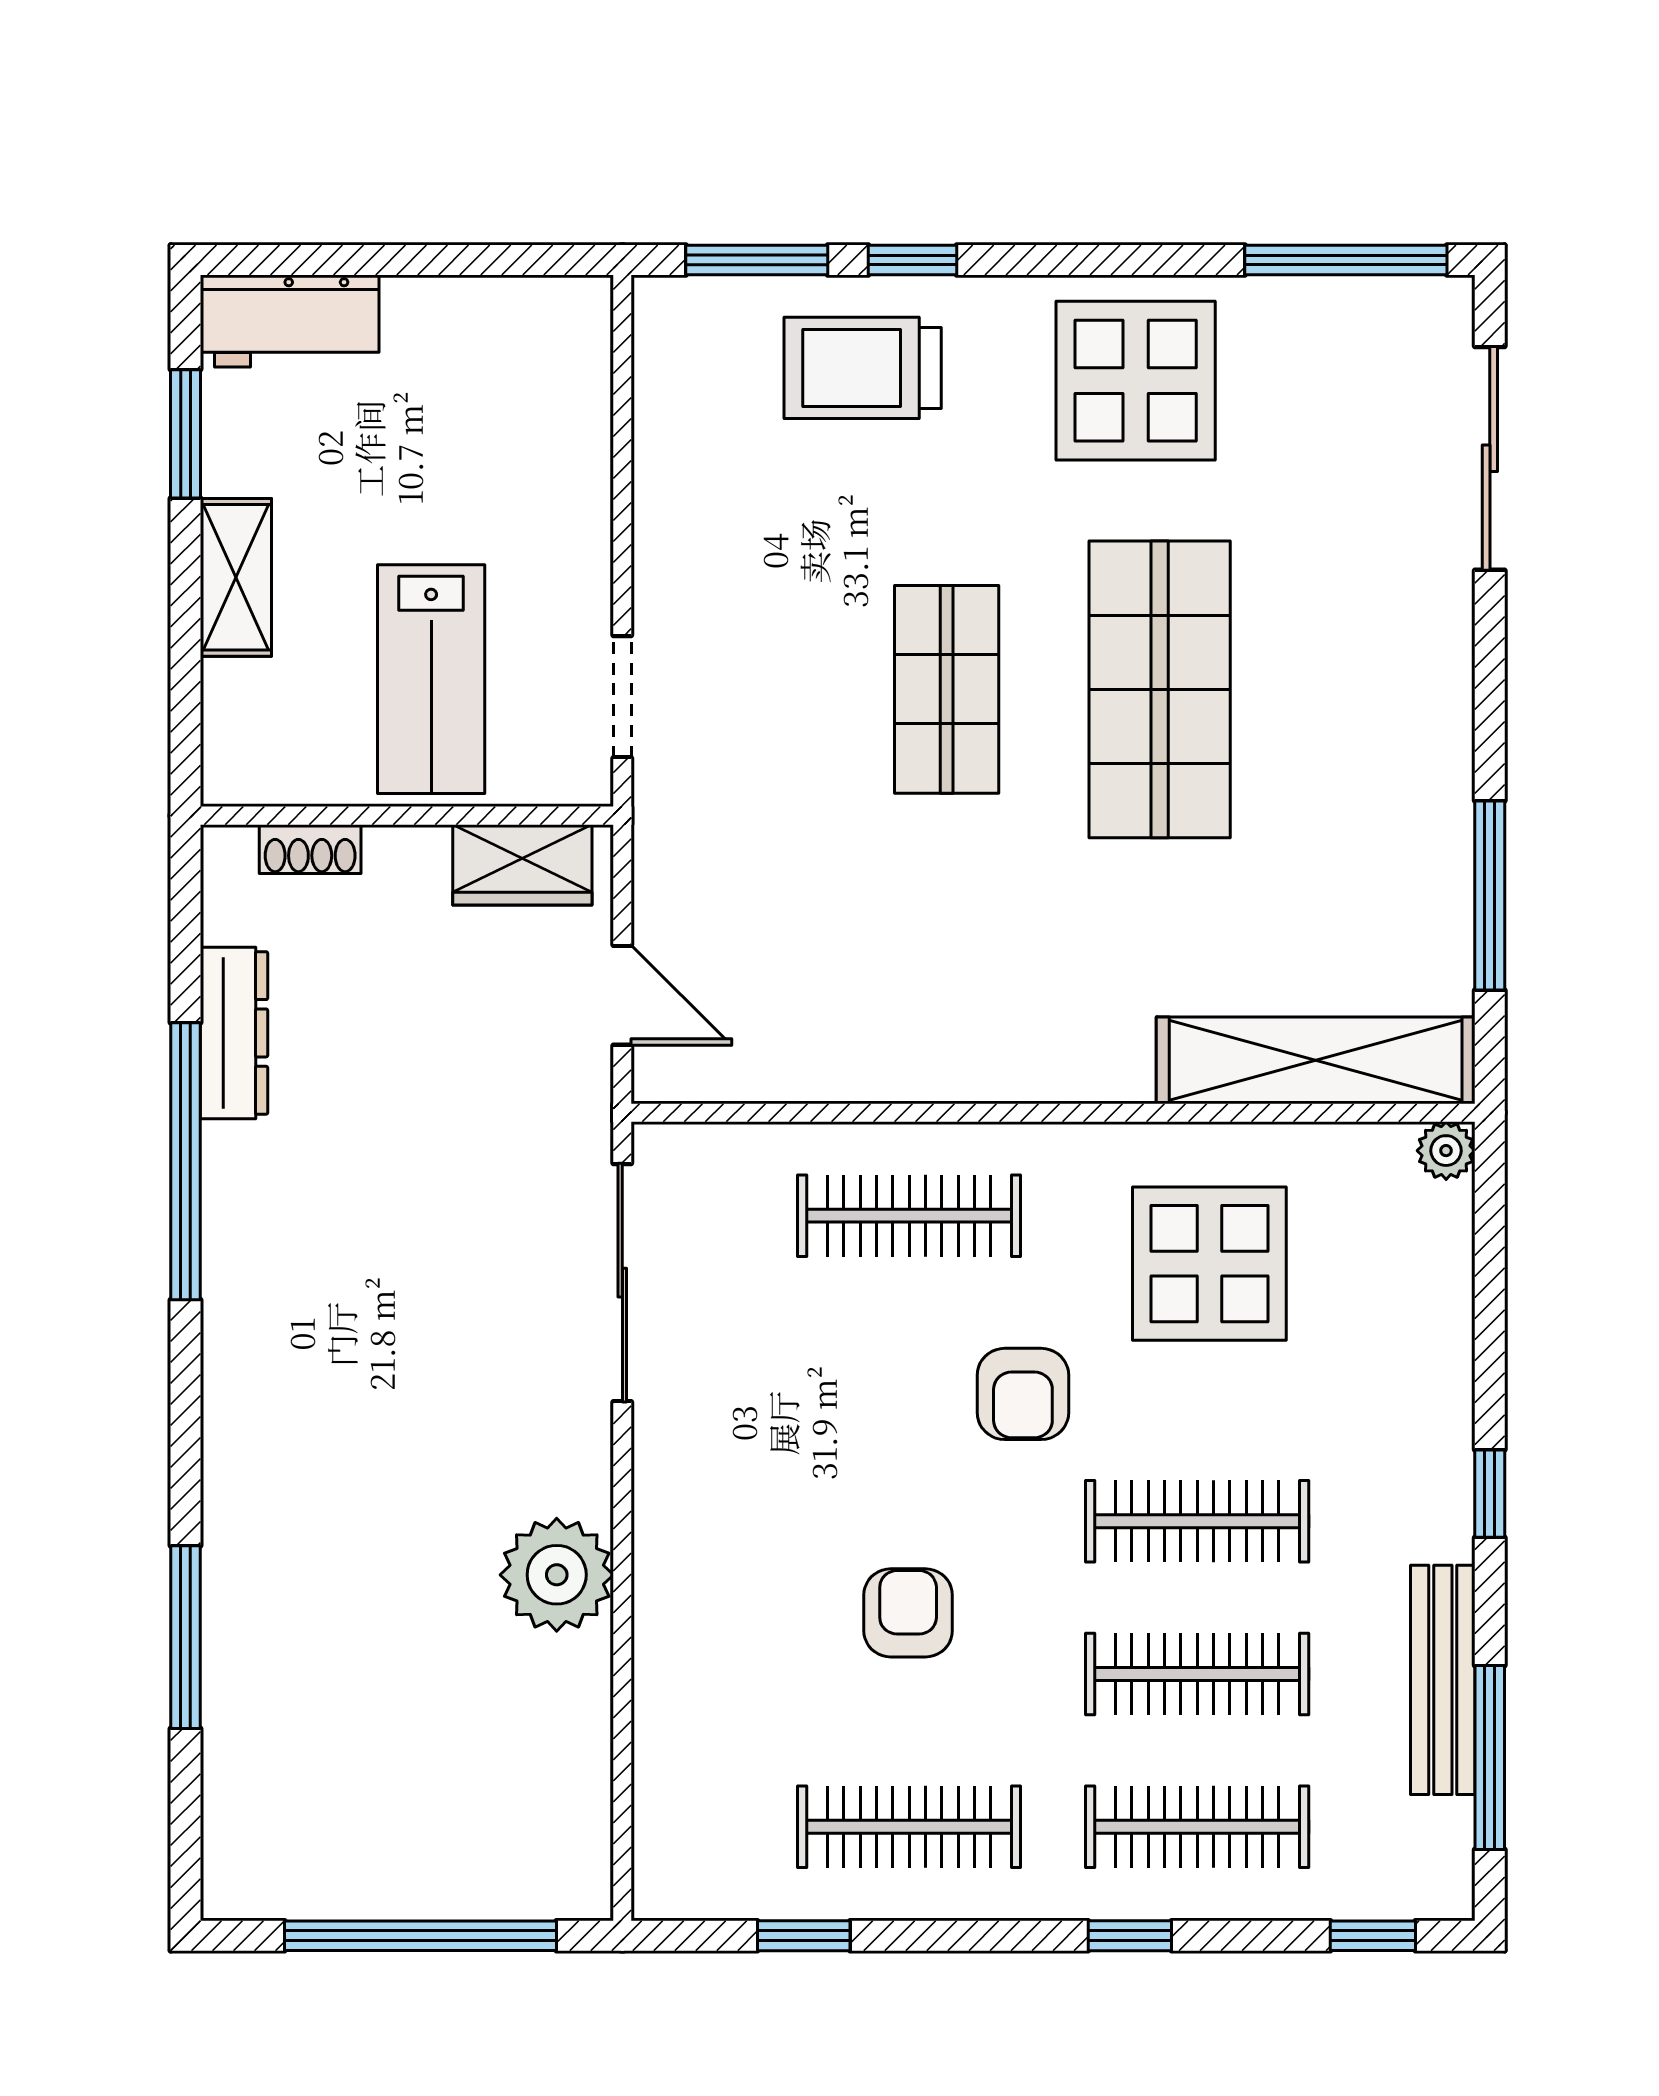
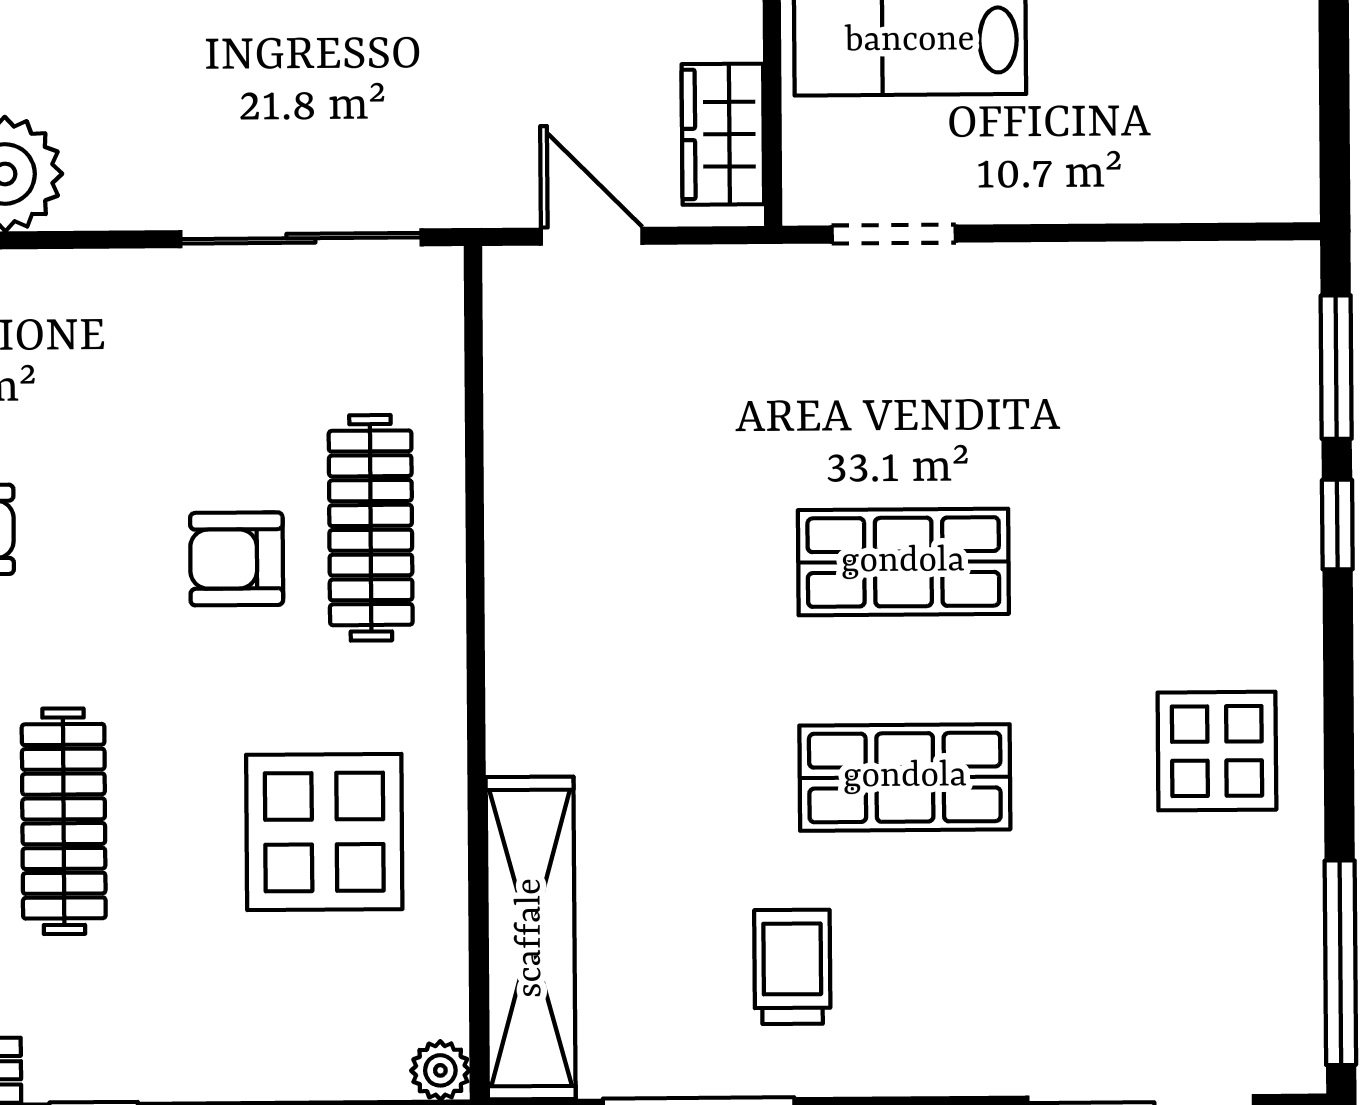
trolley: (863, 368) -> (792, 967), moved, width x0.73, depth x0.72
display table: (1136, 381) -> (1217, 751), width x0.73, depth x0.73
shop shelf: (1160, 689) -> (905, 777), width x0.70, depth x0.74
door: (622, 995) -> (592, 236), swing flipped
armchair: (1023, 1394) -> (237, 559), moved

